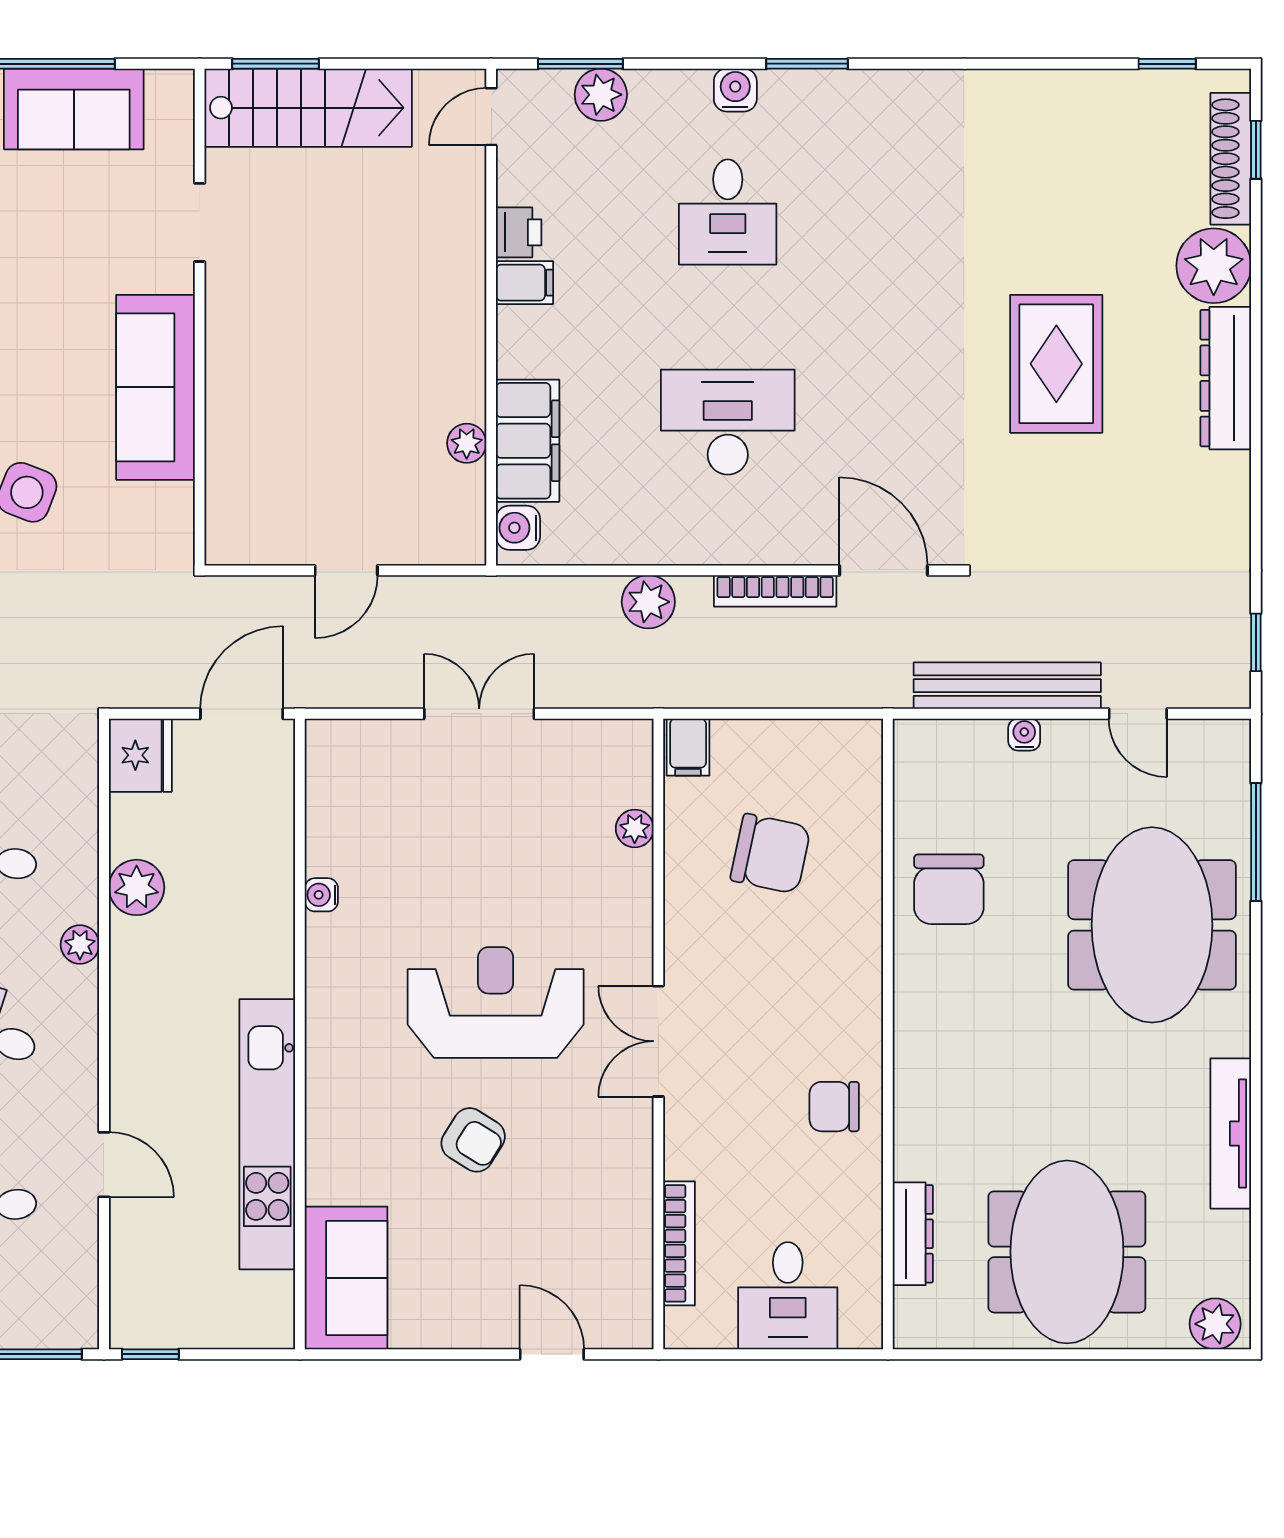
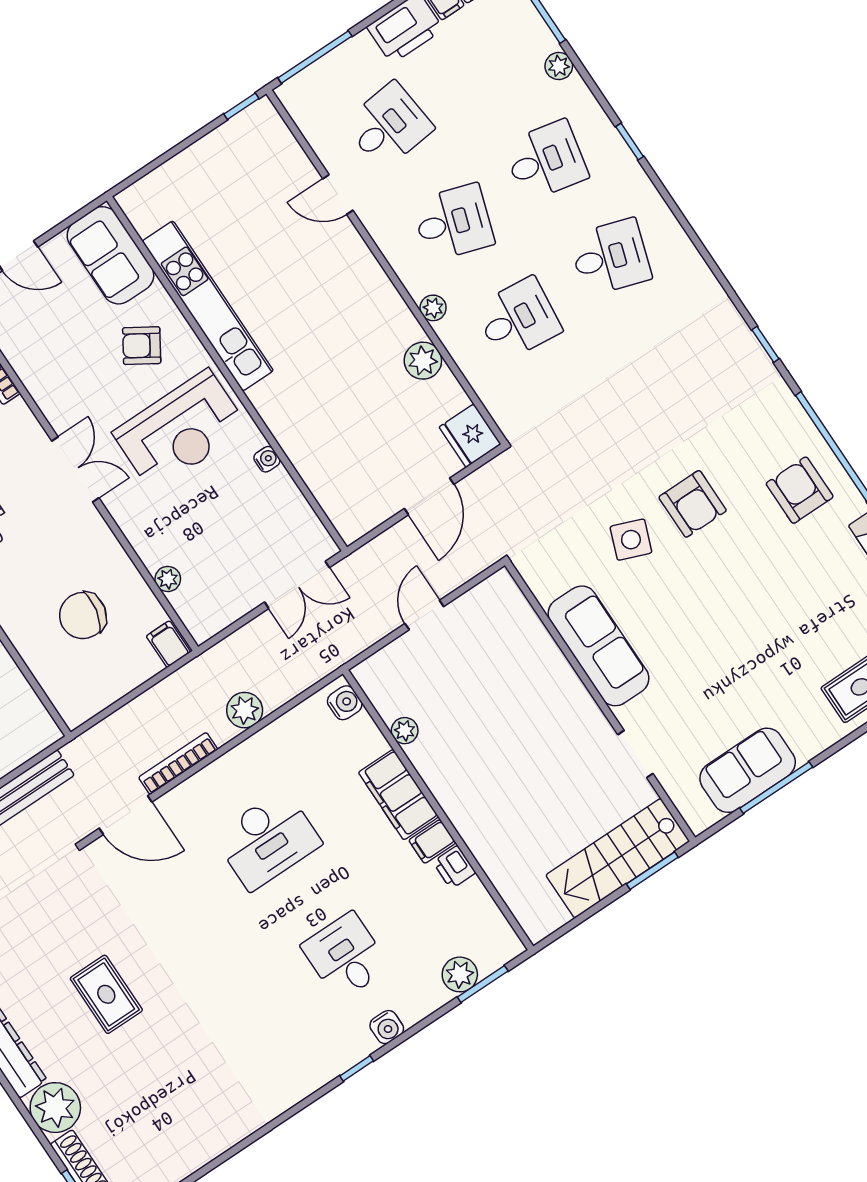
window: (807, 64) -> (357, 1068), width x0.67
door: (491, 117) -> (513, 921), removed
rug: (1056, 364) -> (106, 994), width x0.73, depth x0.70
filing cabinet: (528, 441) -> (398, 795), moved
water cooler: (321, 895) -> (267, 459), moved
wall: (300, 1034) -> (227, 374), moved
kitchen unit: (267, 1134) -> (208, 306), moved
sofa: (346, 1278) -> (110, 255), moved

